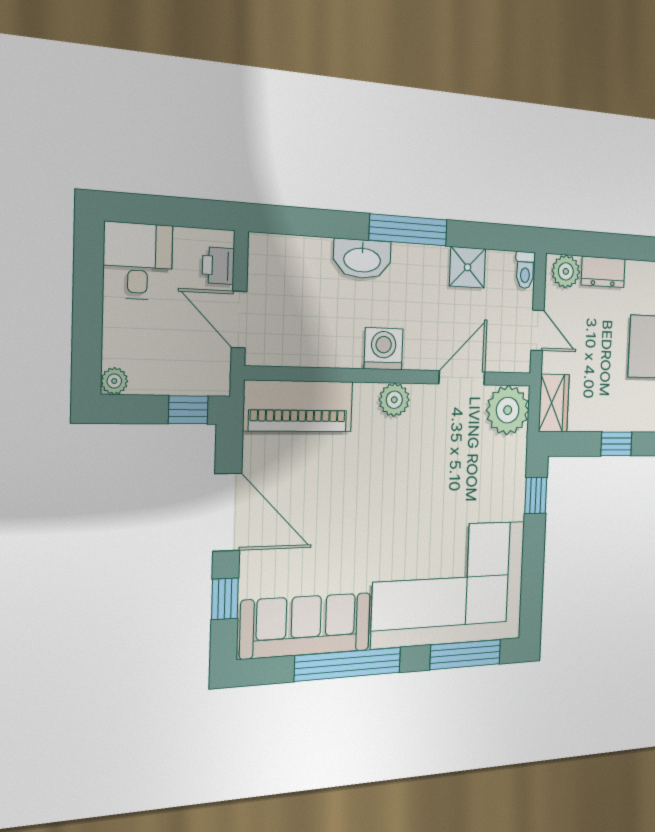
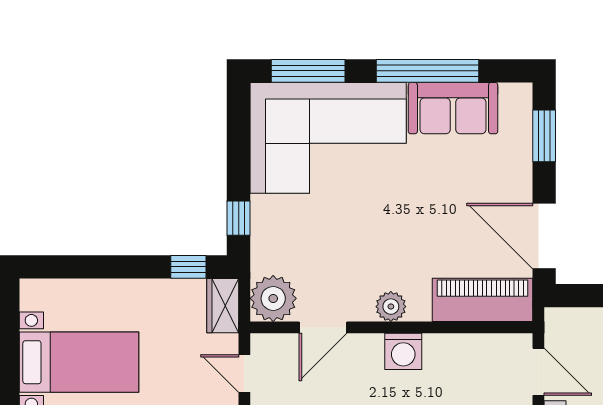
window: (188, 410) -> (580, 296), removed
window: (616, 444) -> (188, 267), moved
door: (227, 512) -> (544, 236), moved
window: (225, 599) -> (544, 136), width x1.50
sofa: (306, 626) -> (453, 108), width x0.73

